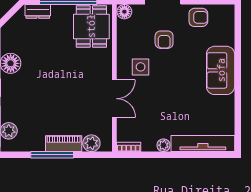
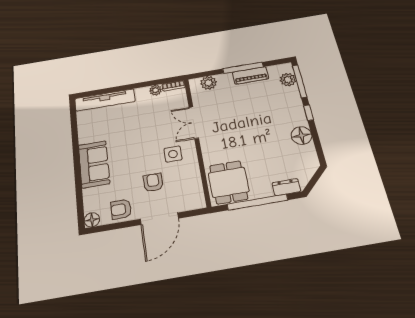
floor lamp: (124, 12) -> (92, 220), moved
piano: (64, 144) -> (250, 75), moved
plant: (163, 145) -> (156, 90), moved

